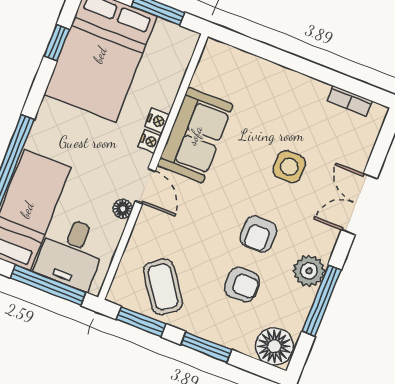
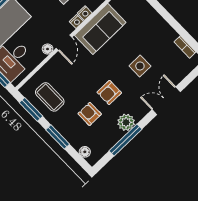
armchair: (242, 285) -> (90, 114), turned 180
coffee table: (163, 287) -> (50, 97), turned -55
floor lamp: (274, 346) -> (85, 152), width x0.53, depth x0.53

